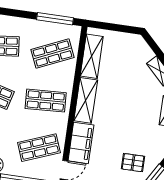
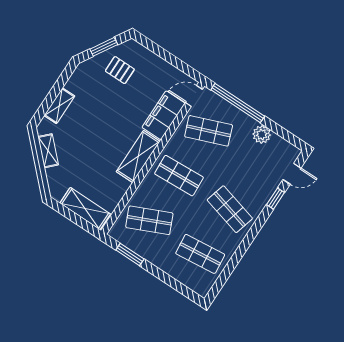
window: (55, 19) -> (130, 255), width x0.69
shelving: (92, 56) -> (85, 209), moved, turned 90

